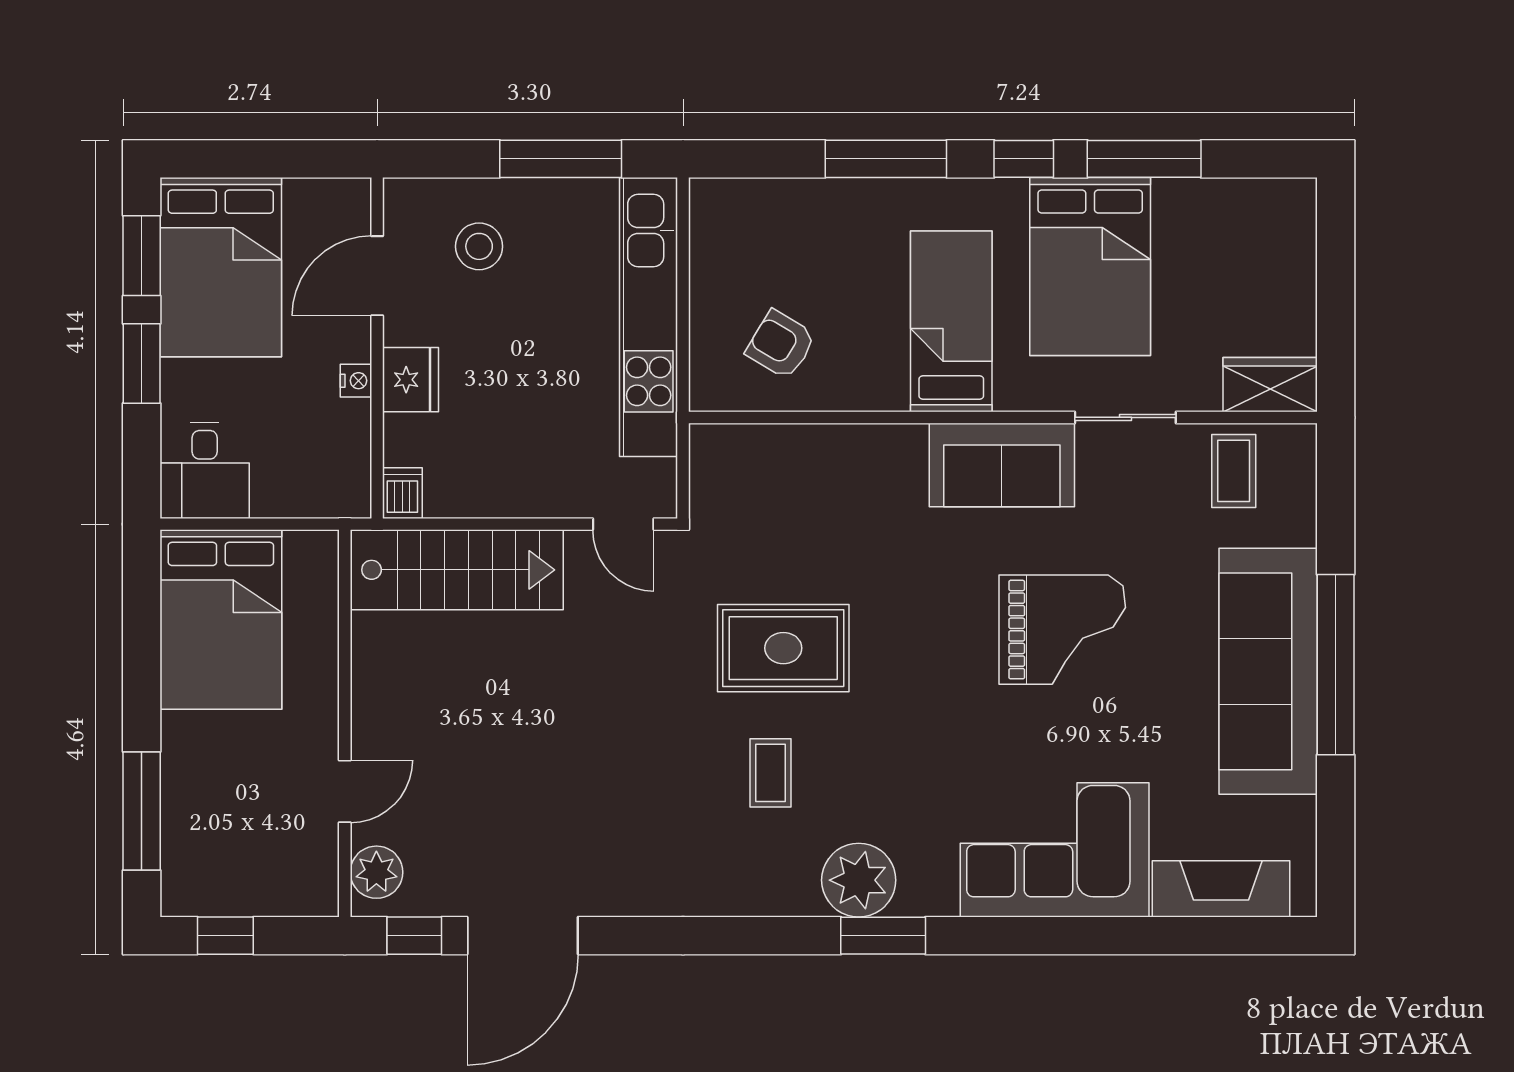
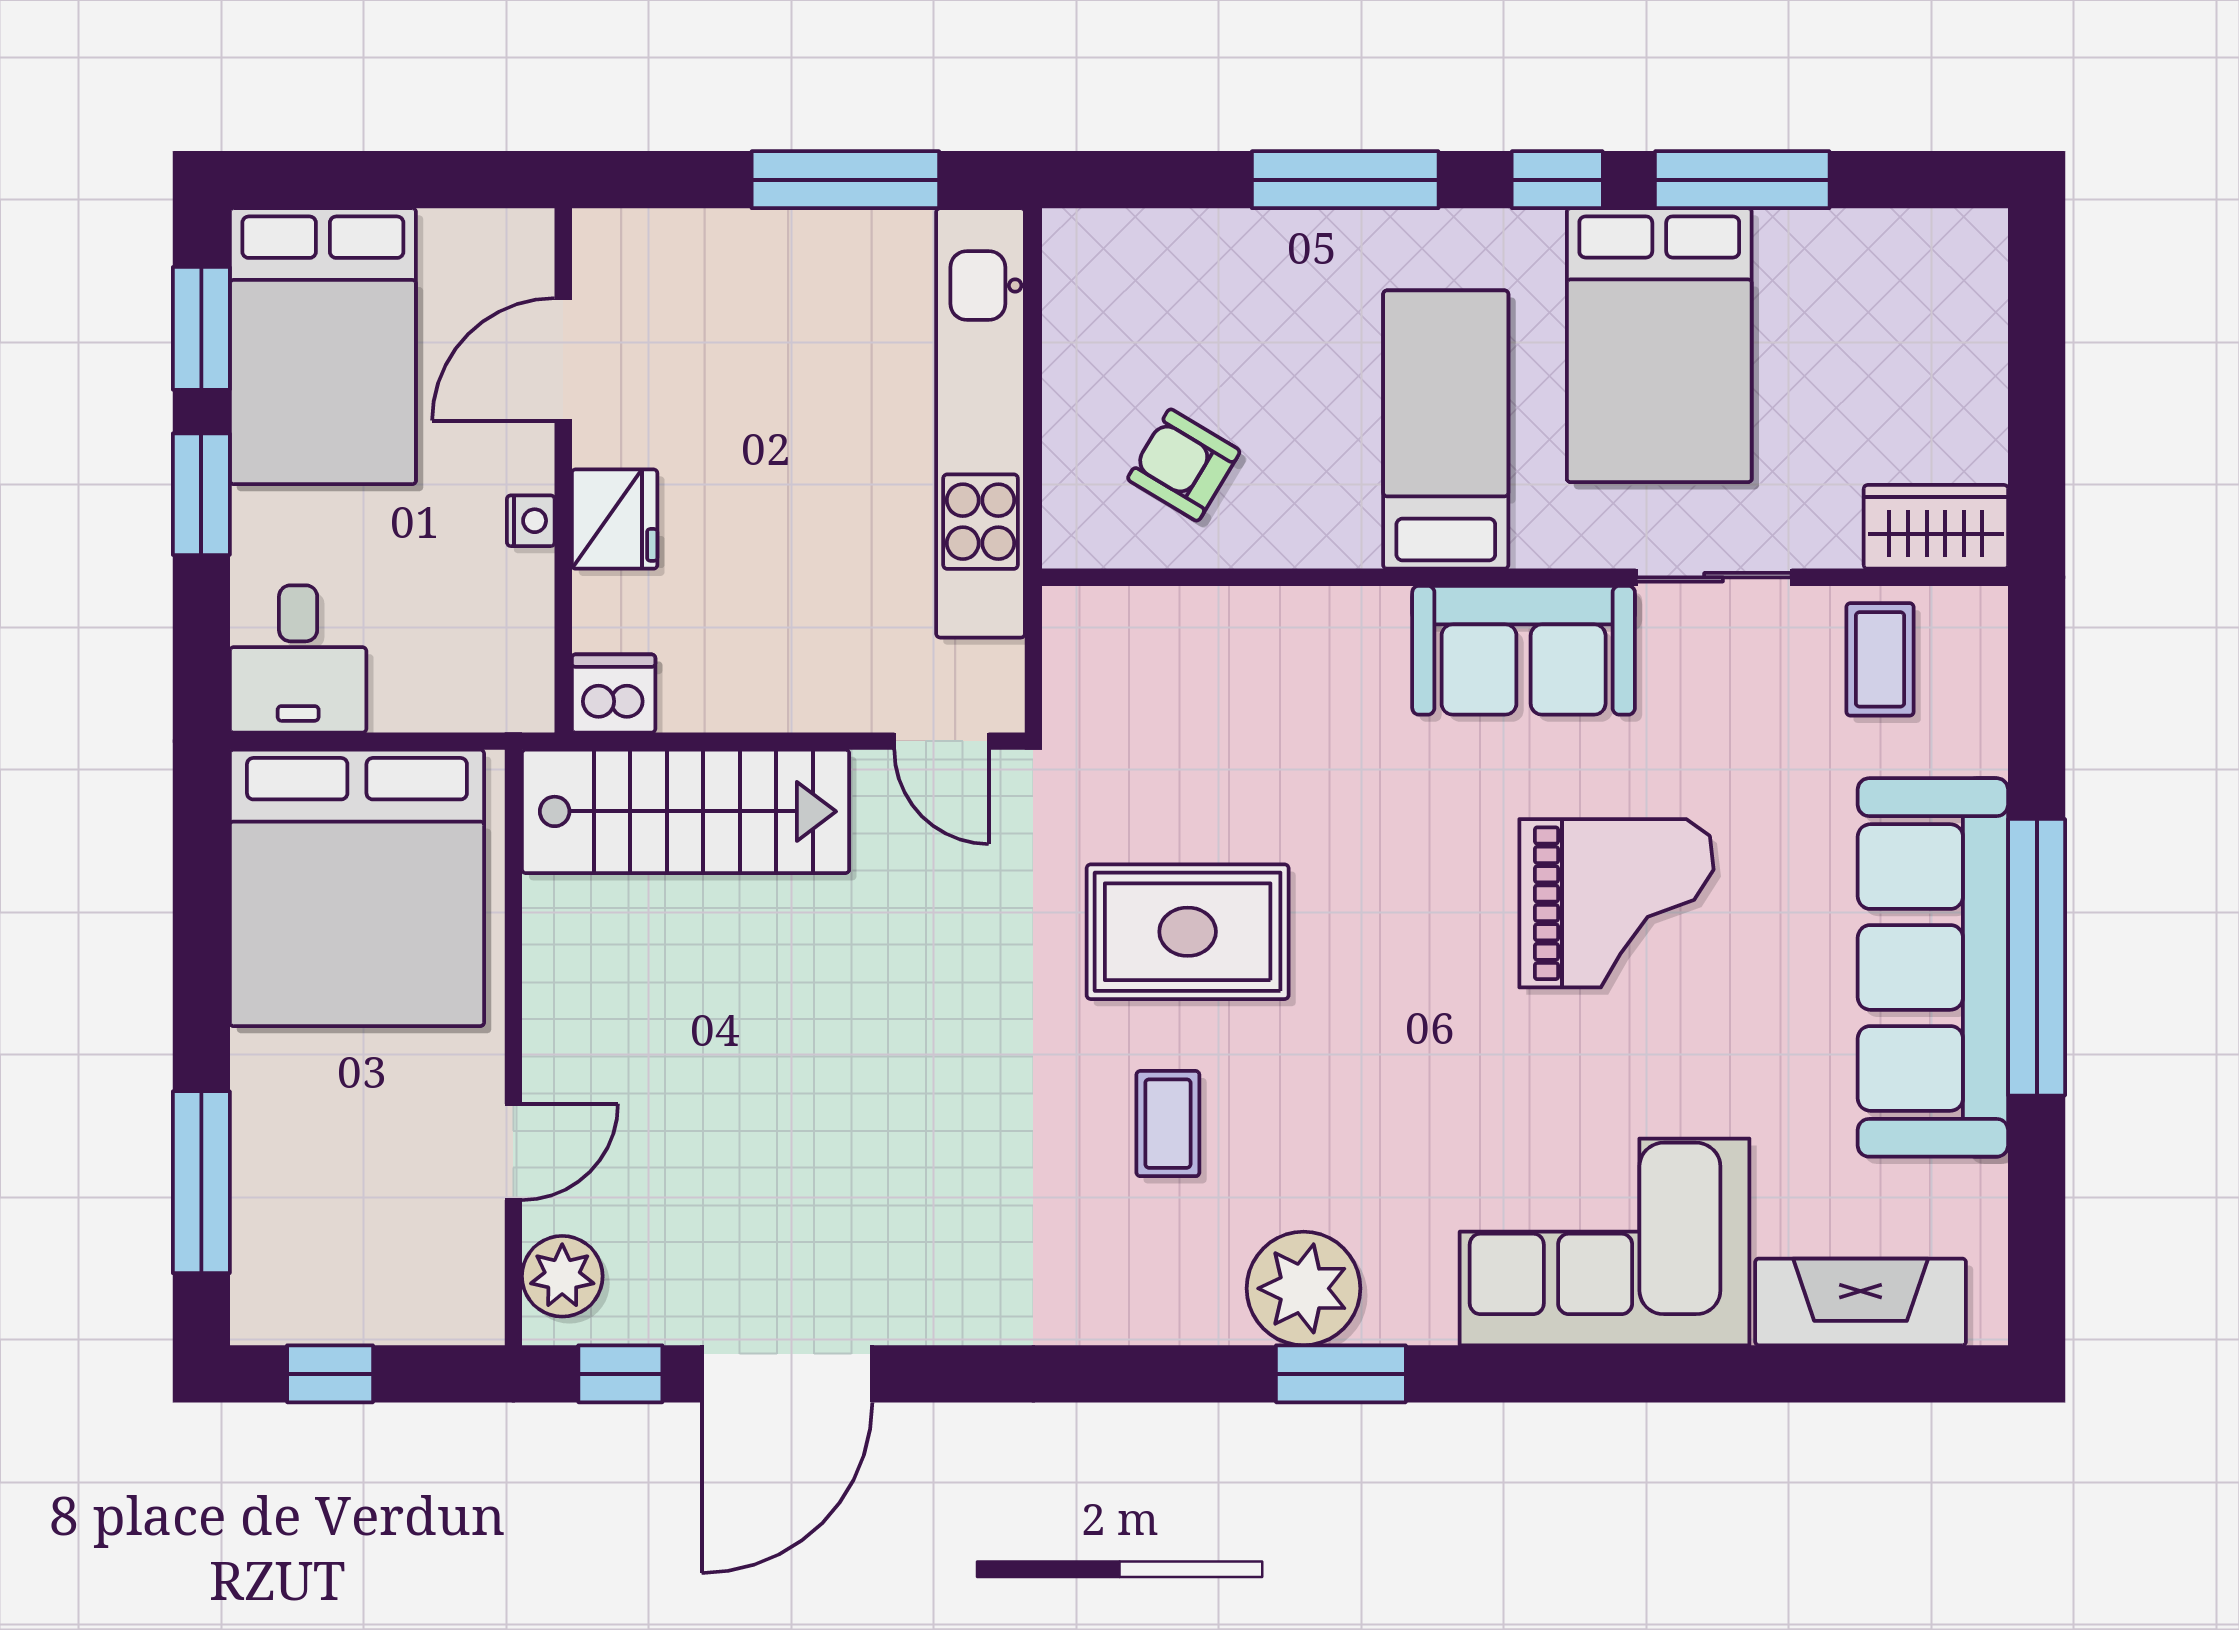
stool: (479, 246) -> (720, 314), removed
dishwasher: (402, 493) -> (614, 693), width x1.38
bed: (221, 620) -> (357, 888), width x1.36

